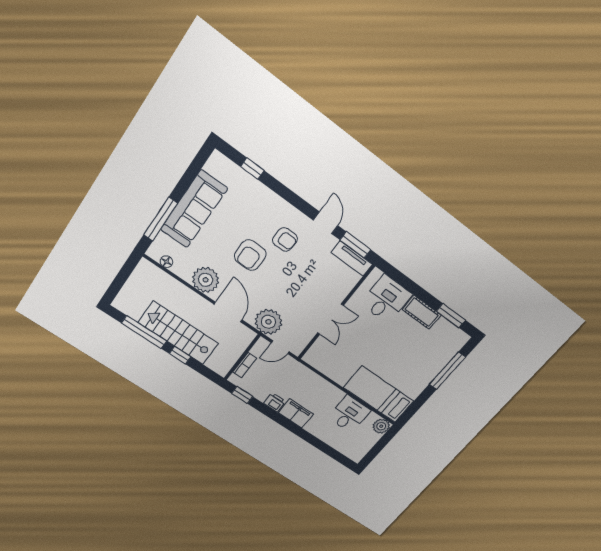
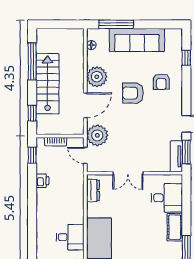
armchair: (285, 239) -> (161, 82), moved
window: (180, 355) -> (32, 113), moved
dresser: (321, 364) -> (93, 190), added
filing cabinet: (296, 414) -> (44, 201), removed

